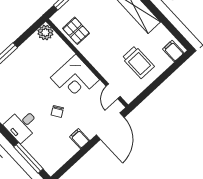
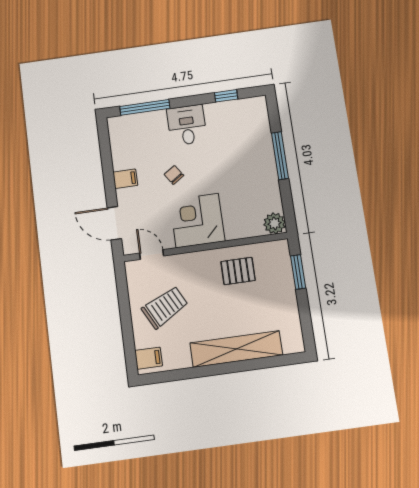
pallet: (76, 31) -> (238, 271), moved
trolley: (138, 62) -> (165, 307), turned 152
door: (110, 126) -> (114, 223), width x0.73

